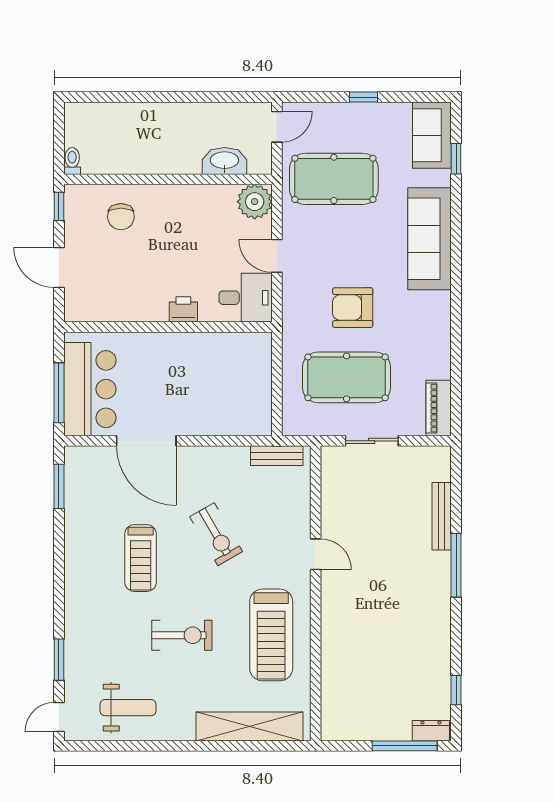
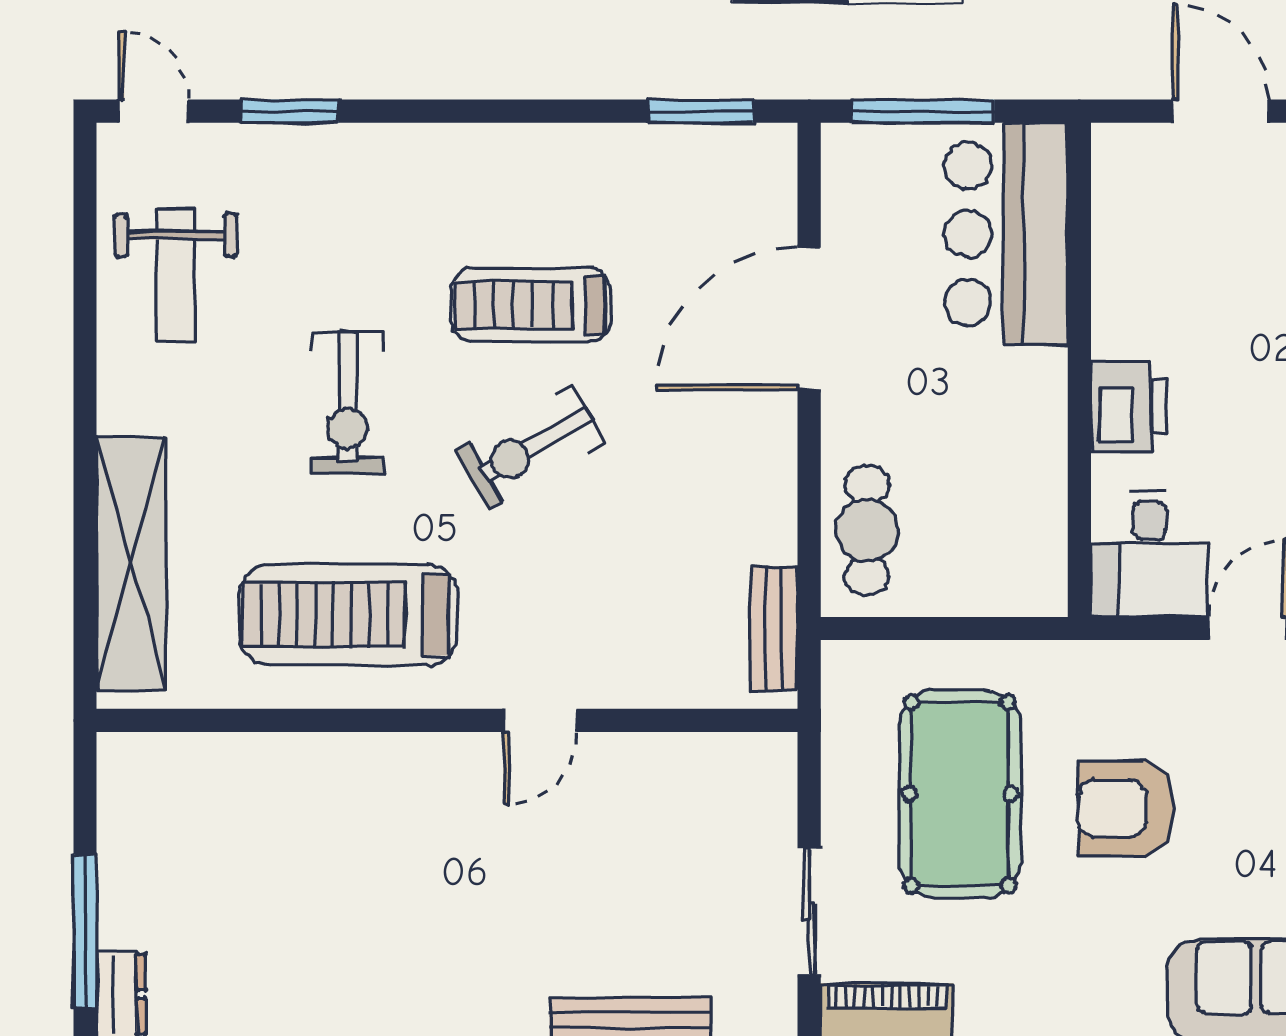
door: (59, 267) -> (1221, 111), hinge flipped
armchair: (353, 308) -> (1126, 808), turned -90
printer: (183, 309) -> (1128, 407), width x1.36, depth x1.24
bar counter: (90, 389) -> (1006, 234), moved, turned 90
cafe table: (236, 416) -> (867, 530), added
sliding door: (372, 441) -> (809, 911), moved
exercise bike: (216, 534) -> (531, 447), moved

